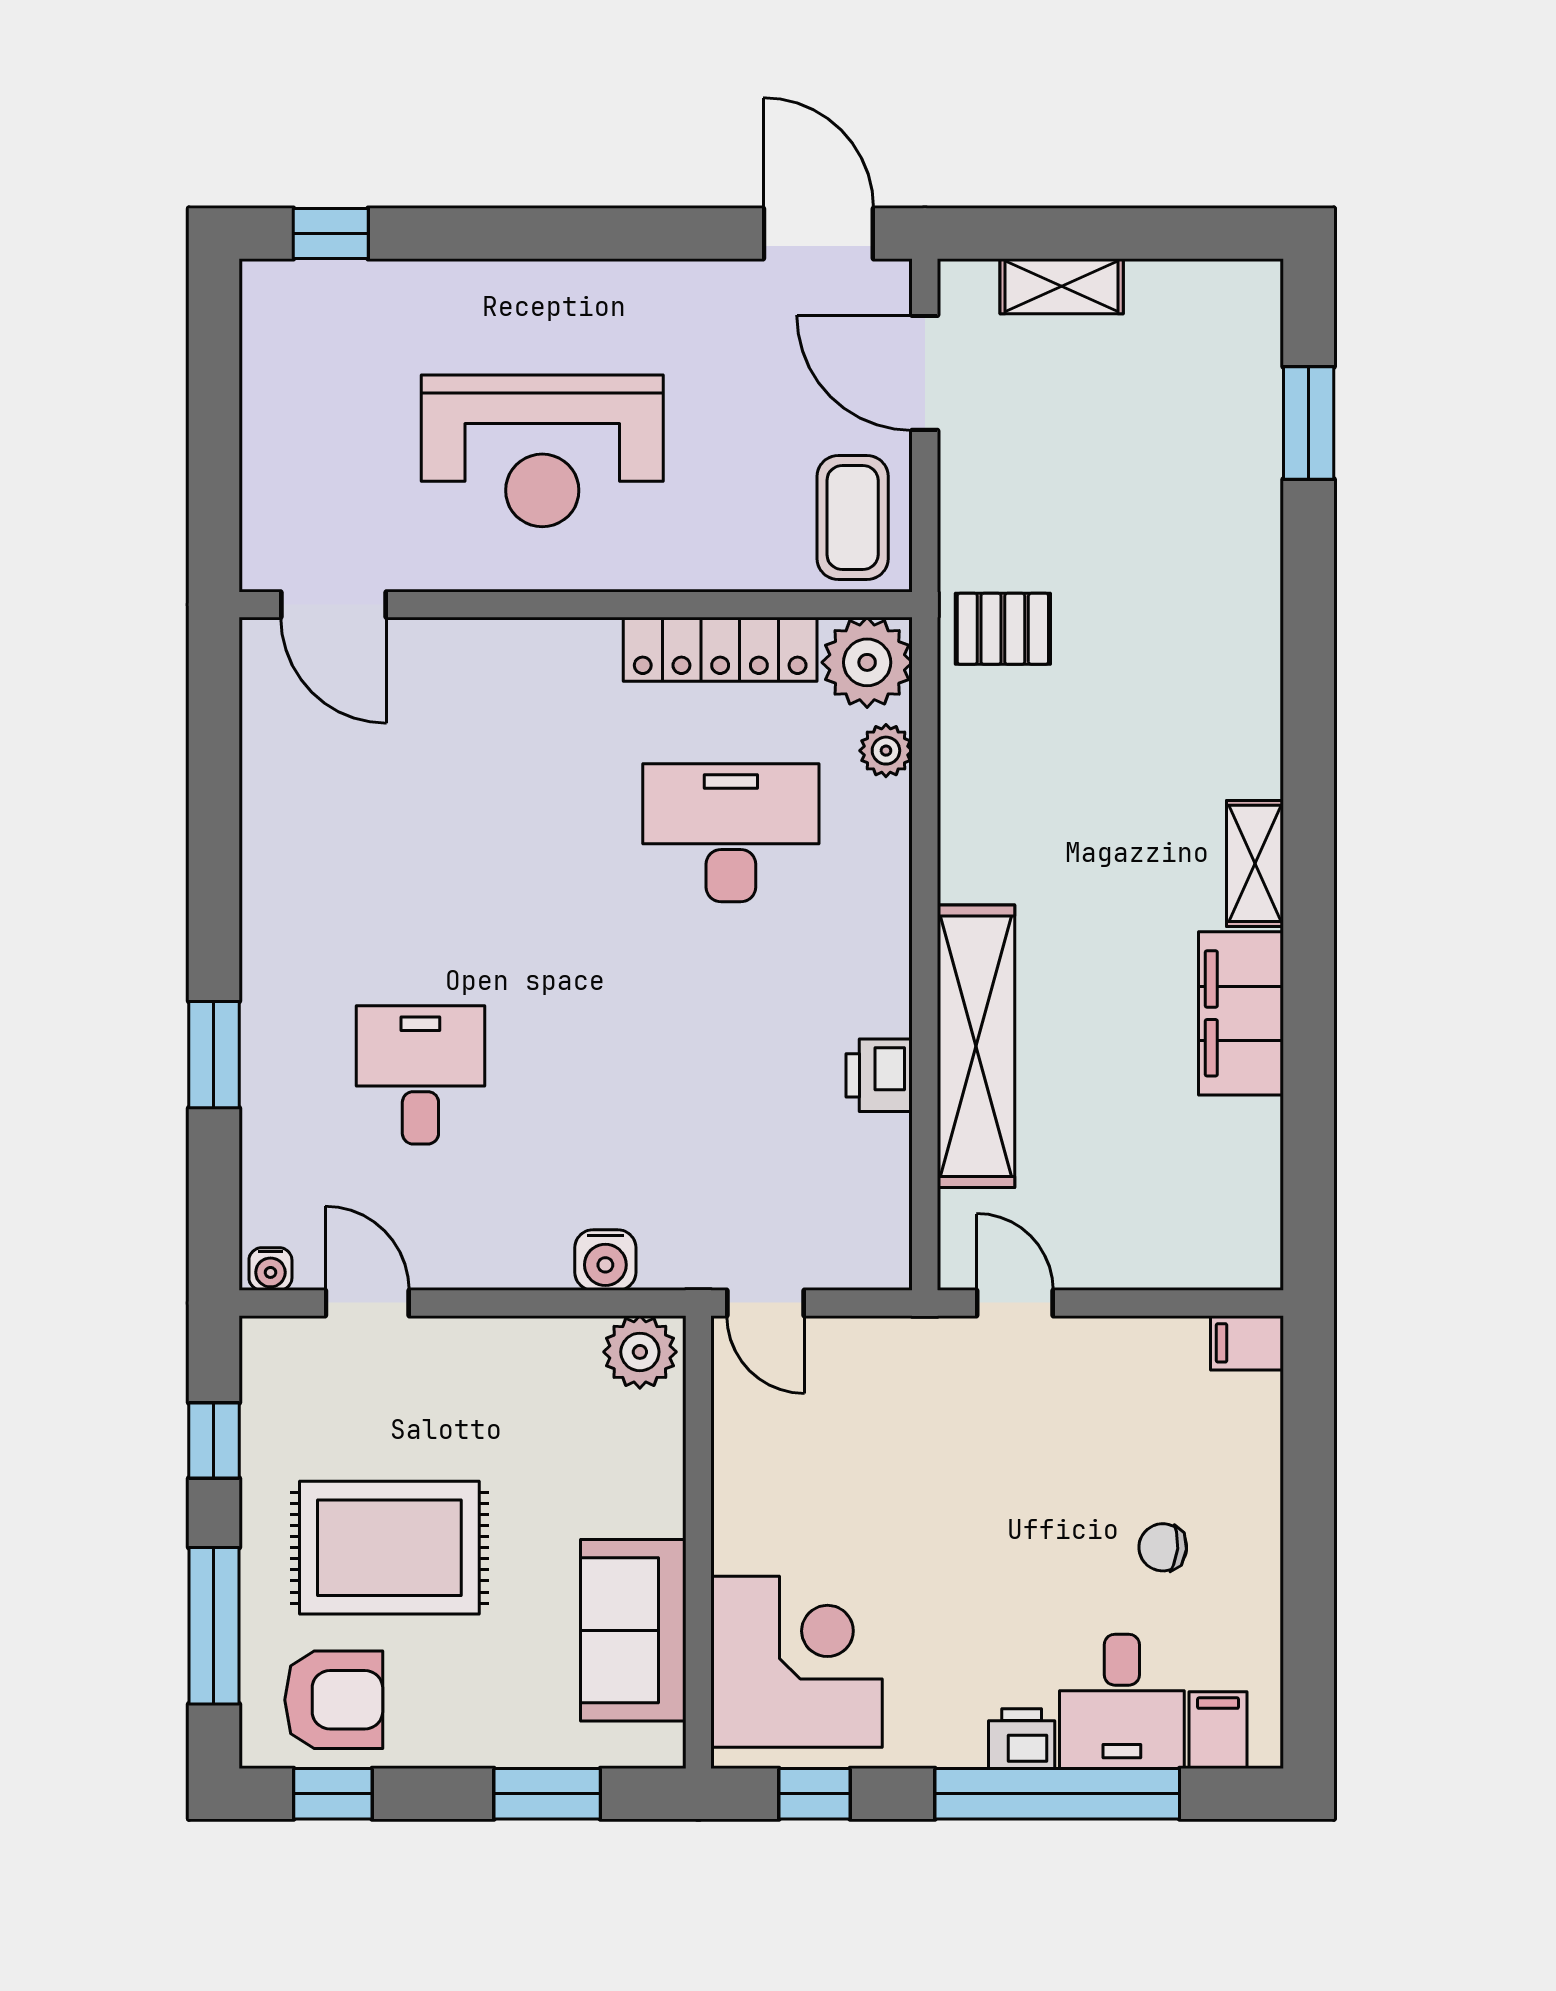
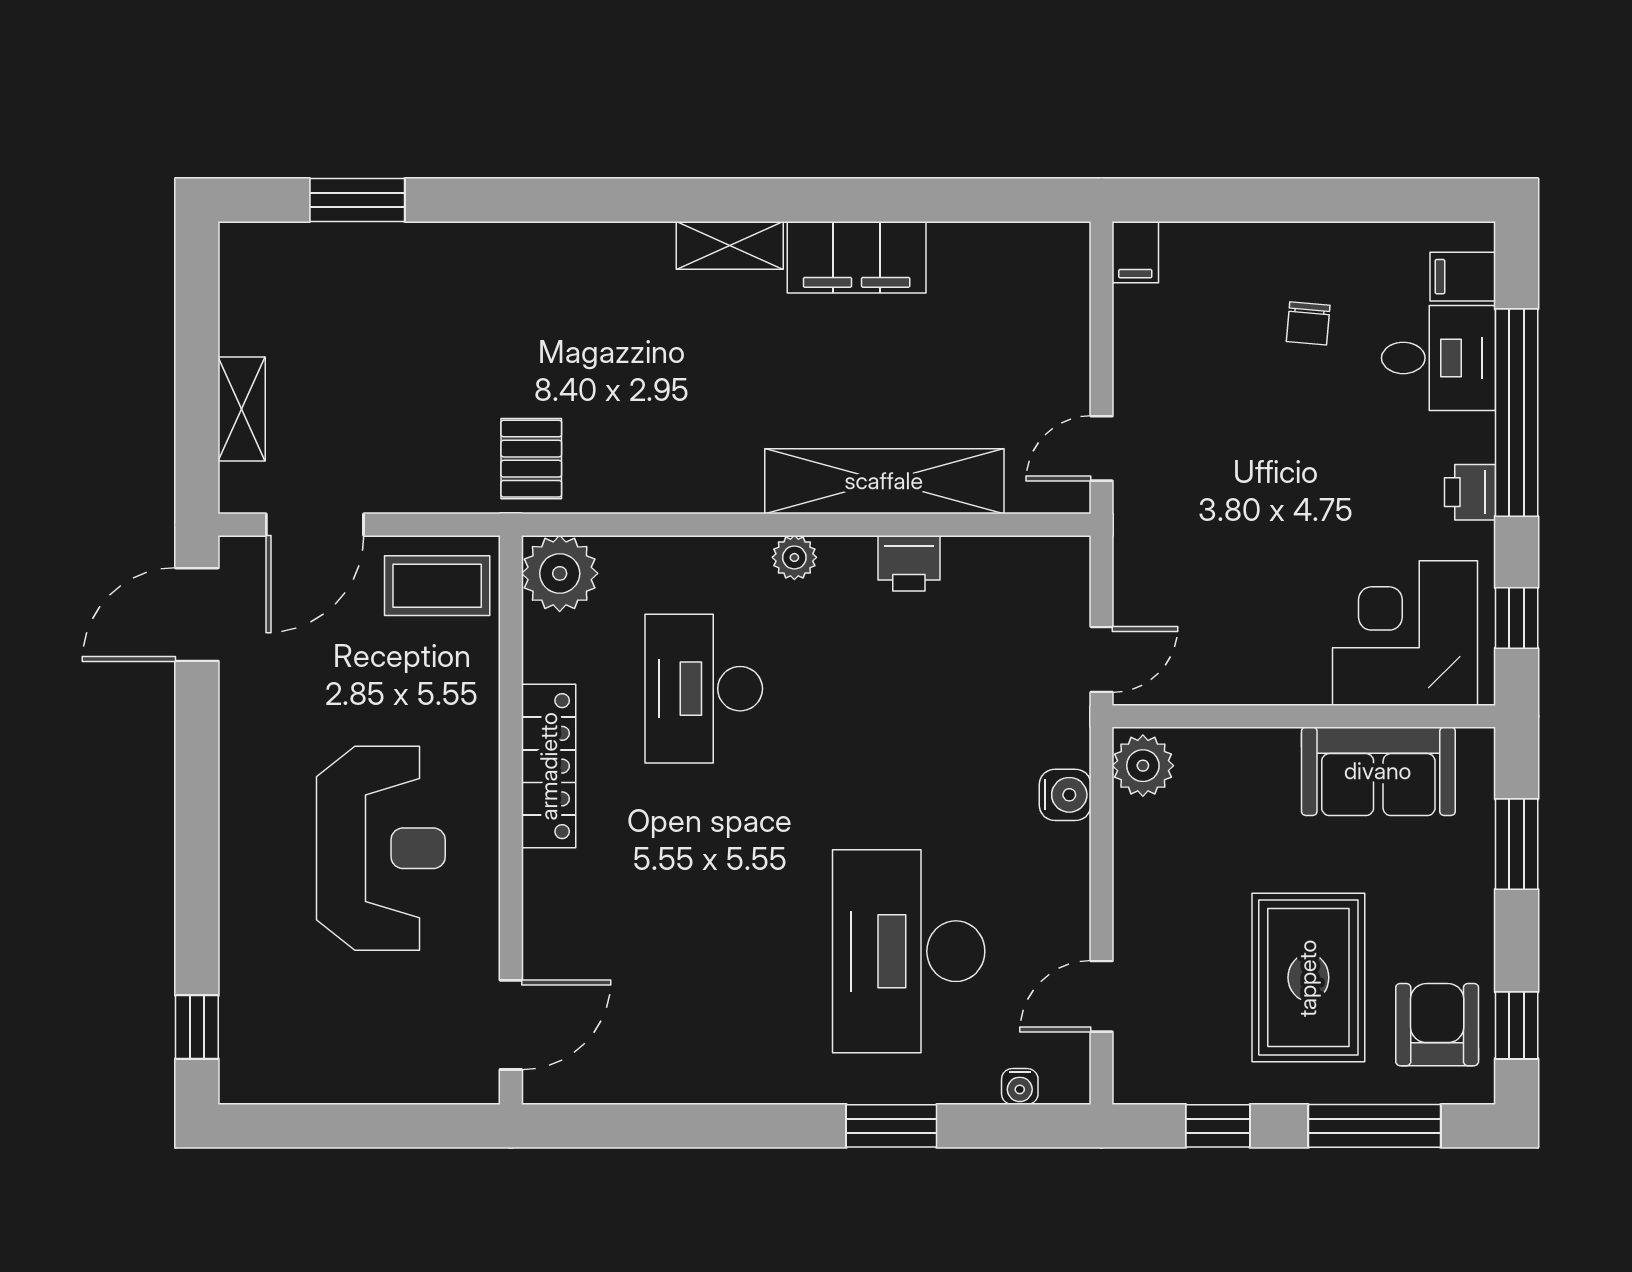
locker: (720, 649) -> (549, 766), moved
plant: (886, 751) -> (794, 557), moved
desk: (420, 1075) -> (909, 951), width x1.87, depth x1.30
water cooler: (270, 1269) -> (1020, 1087), moved, turned 90
printer: (1022, 1739) -> (1470, 492), moved

